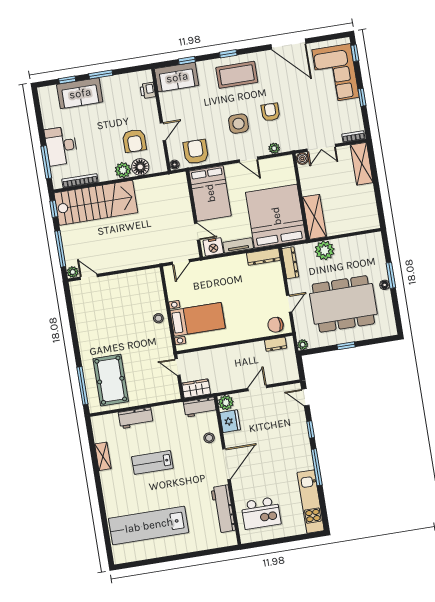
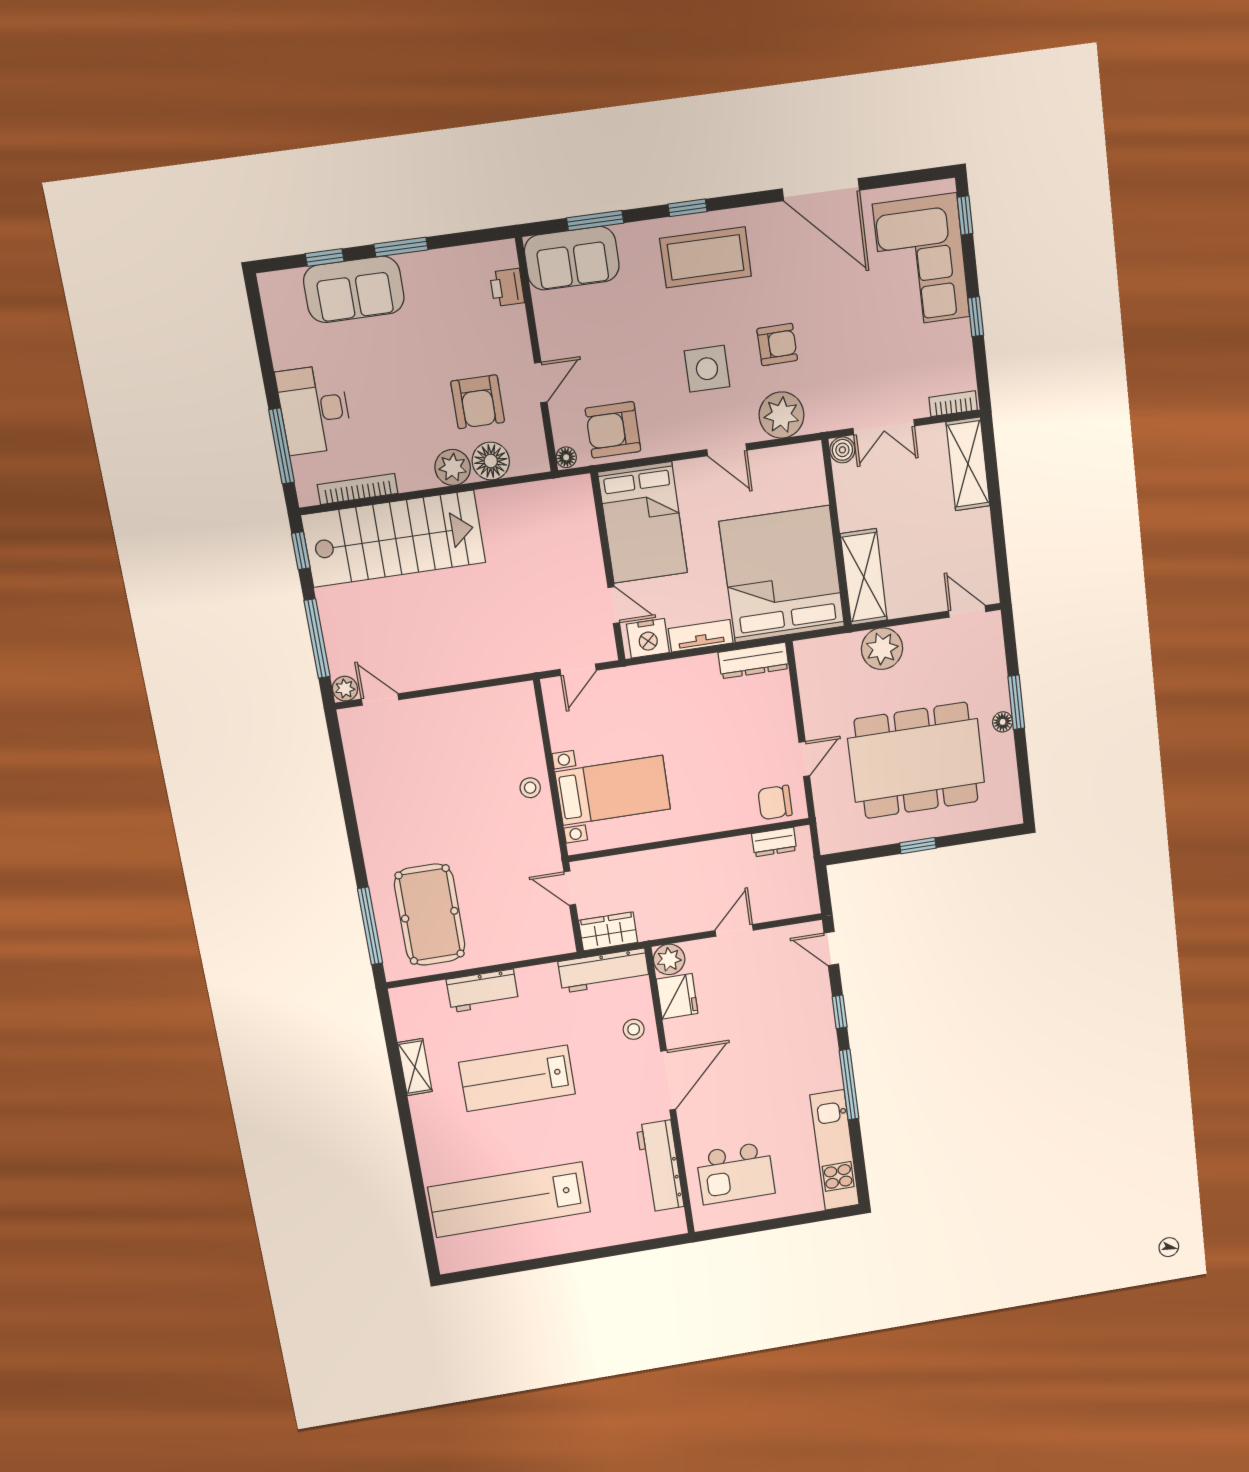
window: (187, 60) -> (595, 220), width x1.50
armchair: (270, 112) -> (777, 345), turned 89
plant: (274, 148) -> (781, 415), width x1.87, depth x1.87
armchair: (196, 152) -> (613, 430), turned -90
door: (365, 232) -> (967, 611), added
dresser: (290, 263) -> (809, 674), removed
plant: (303, 345) -> (830, 843), removed
workbench: (200, 407) -> (604, 971), width x1.38
lab bench: (152, 462) -> (517, 1078), width x1.36, depth x1.39

